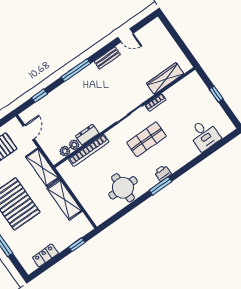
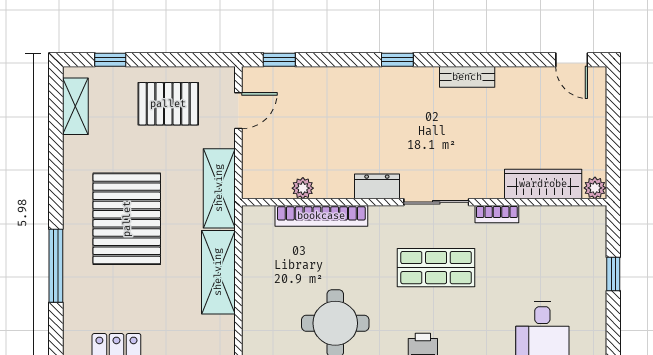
door: (125, 35) -> (572, 60), moved
window: (76, 70) -> (397, 60), width x0.46
window: (39, 96) -> (279, 60), moved
dresser: (87, 135) -> (377, 186), moved
plant: (65, 151) -> (595, 188), moved

